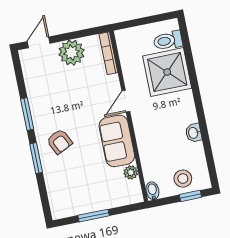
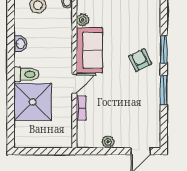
toilet: (168, 41) -> (26, 74), moved
plant: (72, 53) -> (108, 142), width x0.53, depth x0.53
bookcase: (108, 53) -> (81, 108), moved, width x0.64

